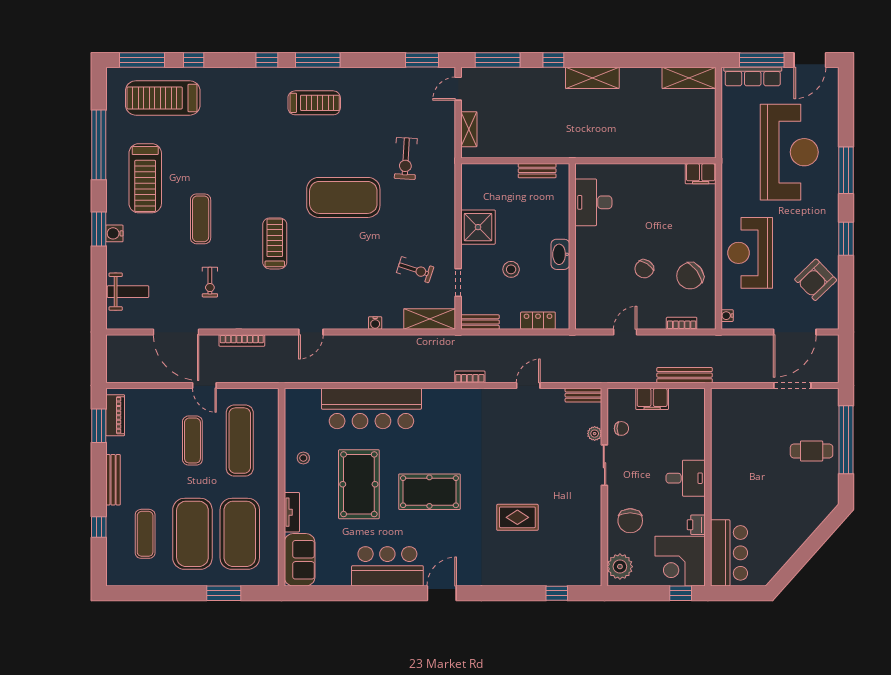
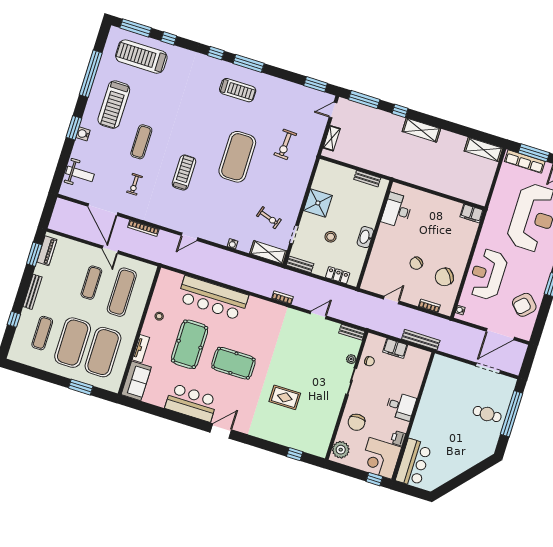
exercise mat: (343, 197) -> (237, 157), turned 90

